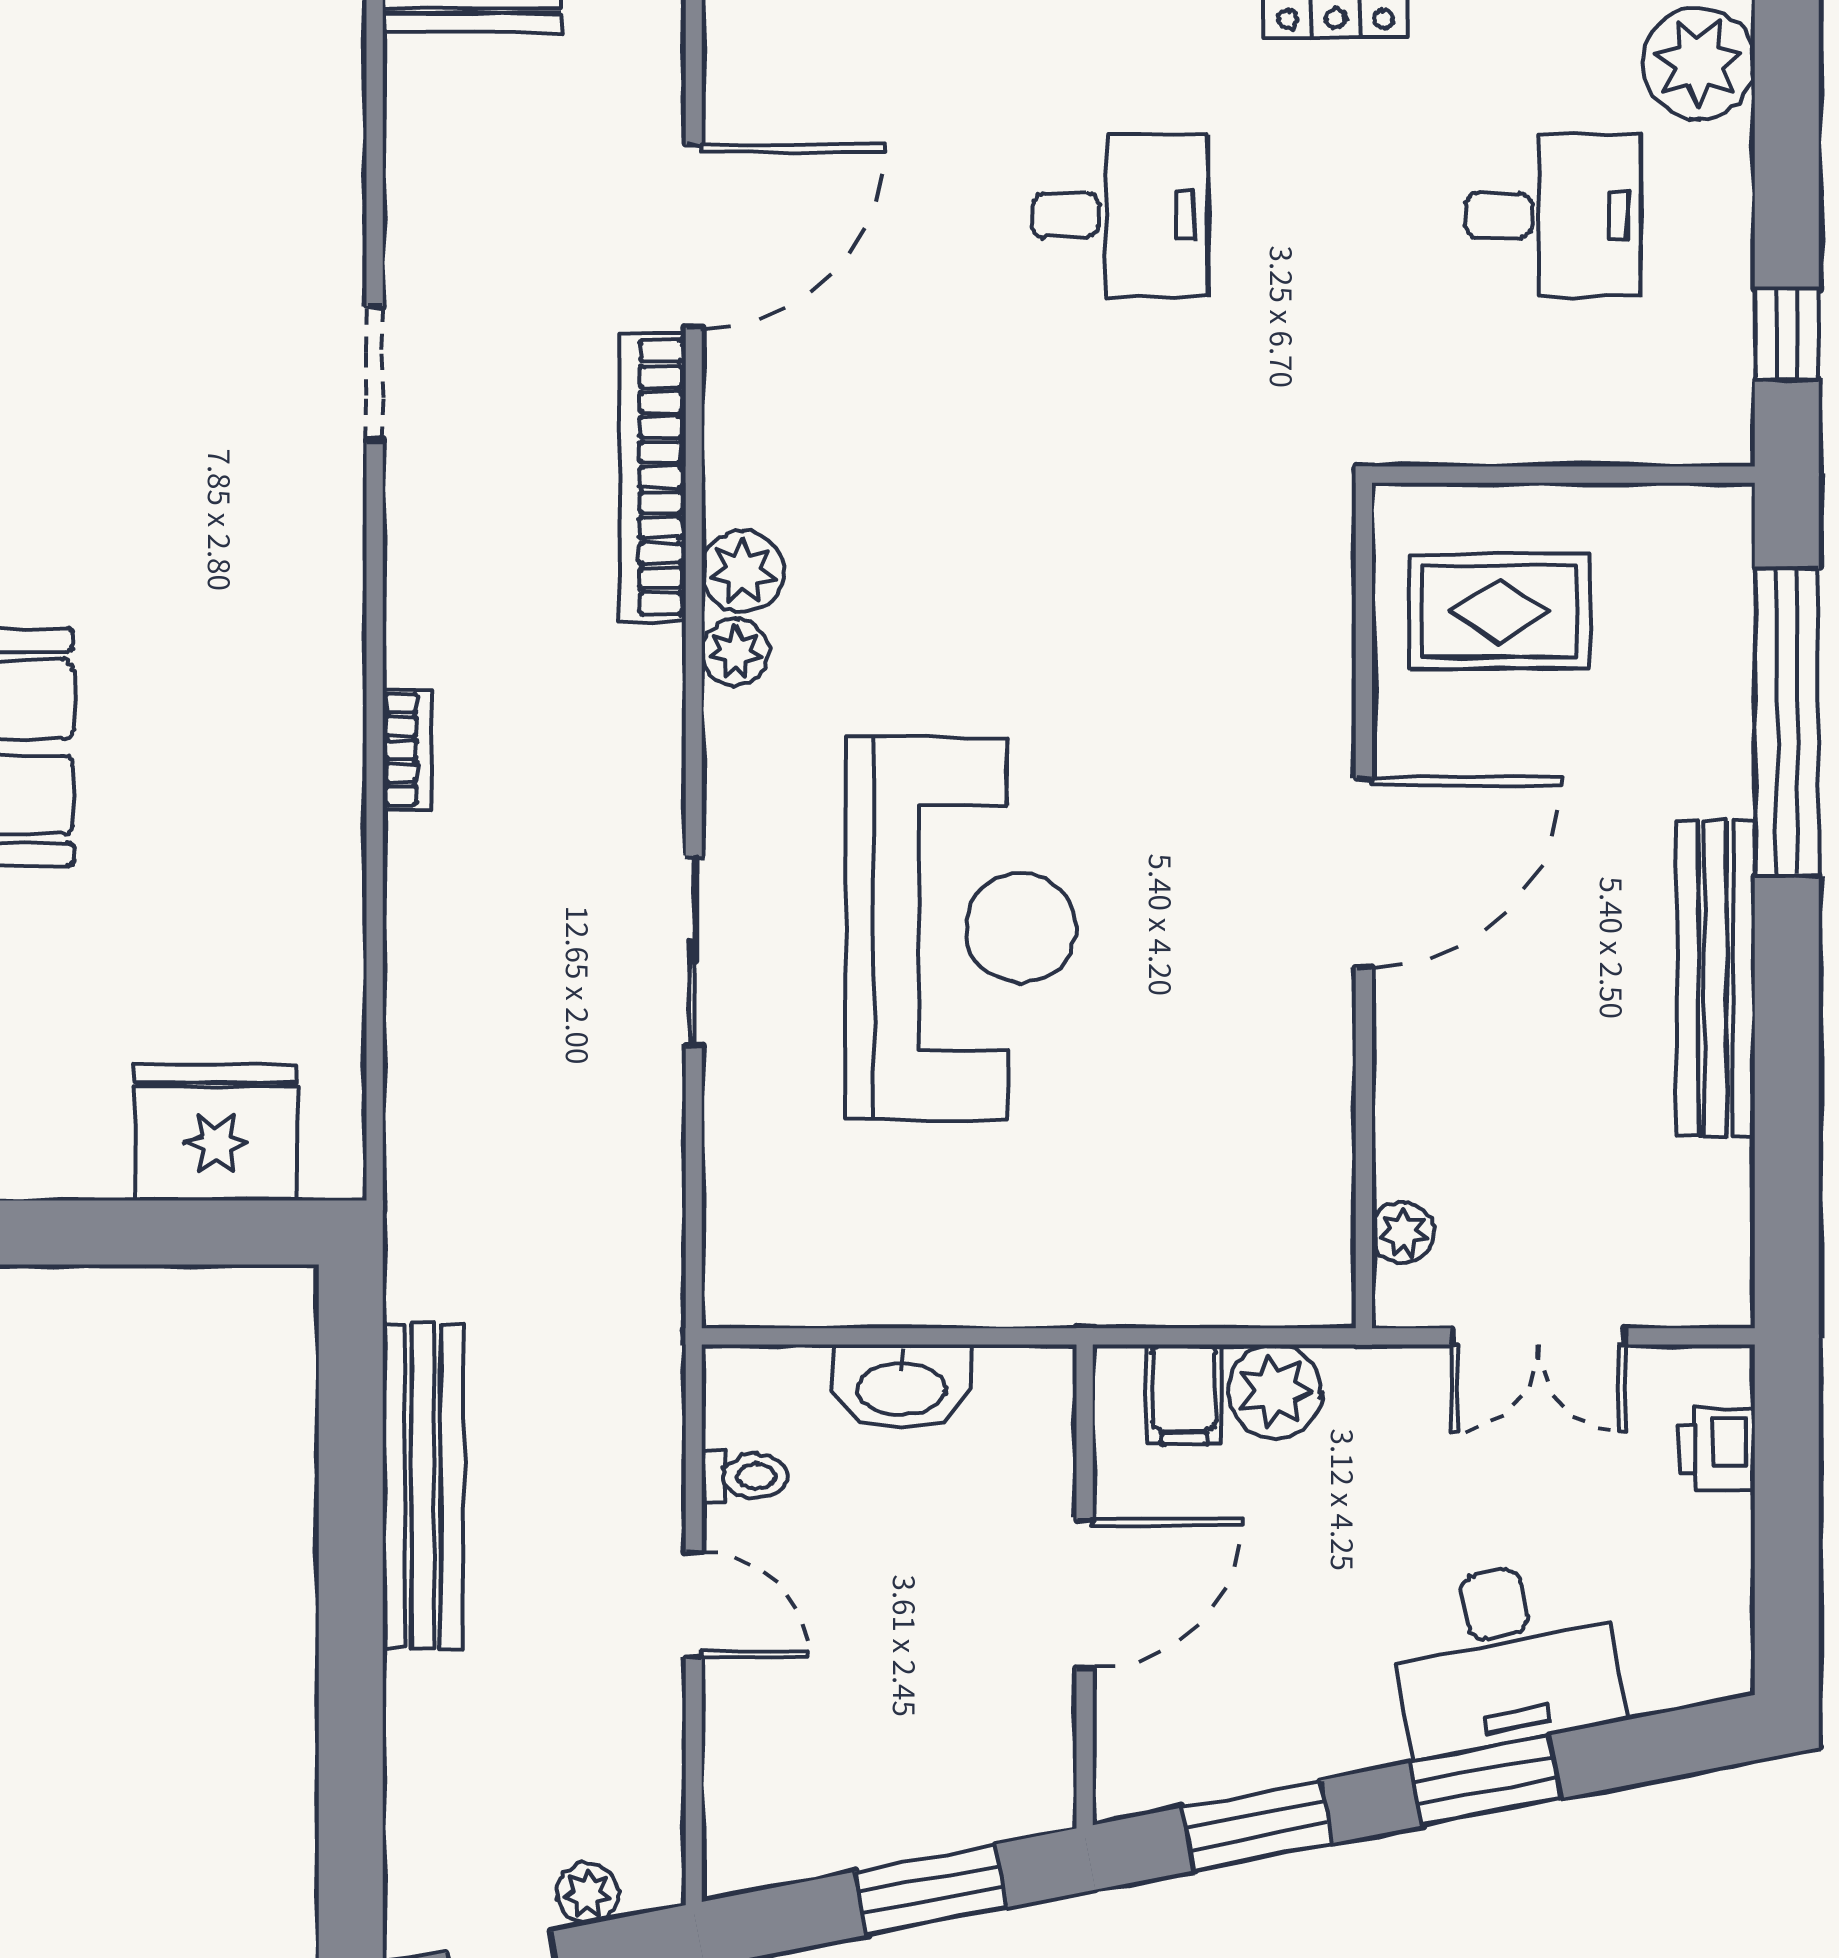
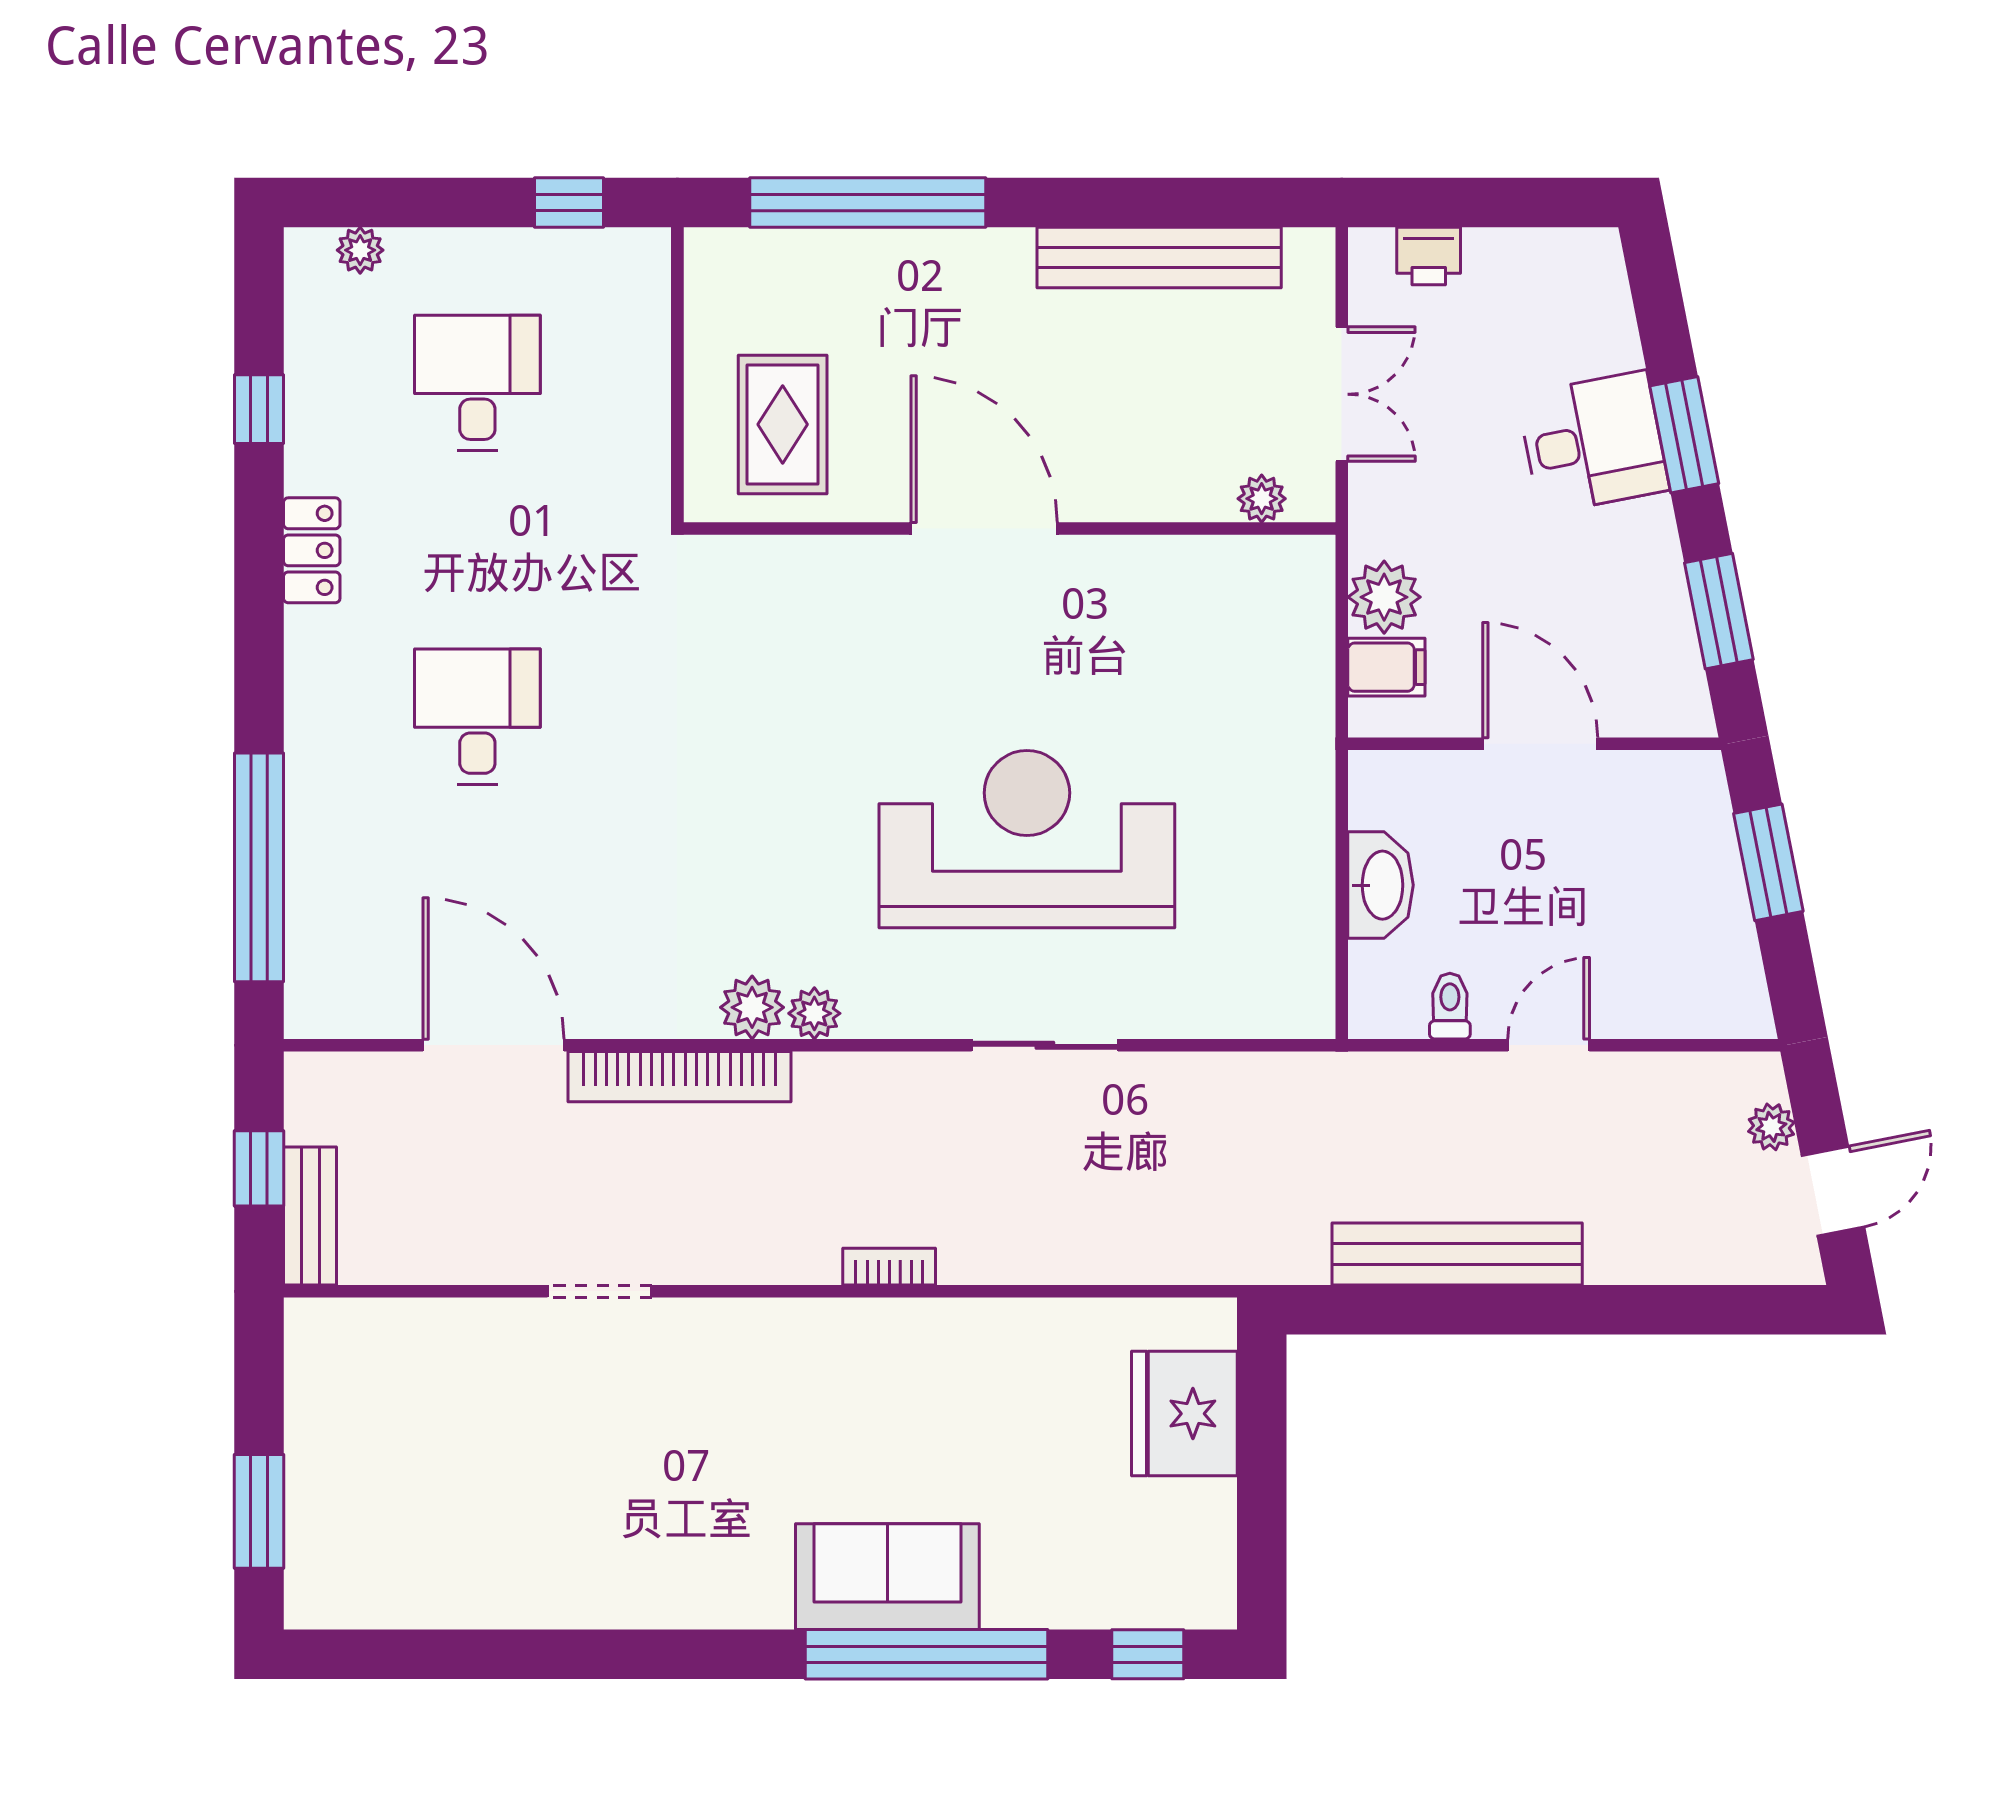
plant: (1699, 63) -> (360, 250), width x0.53, depth x0.53
bench: (1716, 978) -> (1159, 257), moved
desk: (1505, 1657) -> (1593, 442), width x0.73

